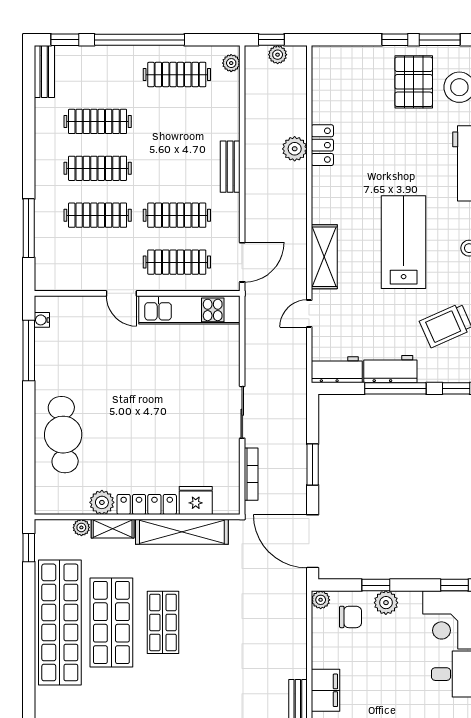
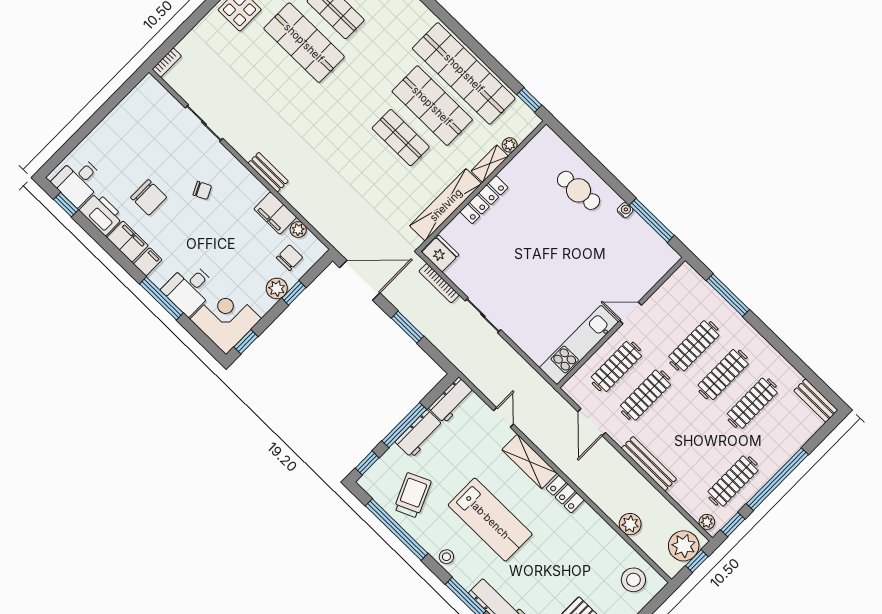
window: (65, 40) -> (733, 524), moved
plant: (278, 55) -> (684, 546), width x1.88, depth x1.88
stool: (338, 77) -> (633, 580), added
locker: (322, 145) -> (565, 494), moved
plant: (295, 149) -> (630, 524), moved
bench: (230, 167) -> (649, 464), width x1.36
door: (242, 262) -> (592, 422), moved
water cooler: (42, 320) -> (625, 210), moved
cafe table: (63, 435) -> (579, 190), width x0.73, depth x0.74
fridge: (196, 501) -> (440, 253), moved, turned -90
plant: (102, 502) -> (513, 173), removed
plant: (321, 600) -> (298, 230), moved
chair: (351, 617) -> (290, 258), turned 180
filing cabinet: (326, 690) -> (275, 213), moved

